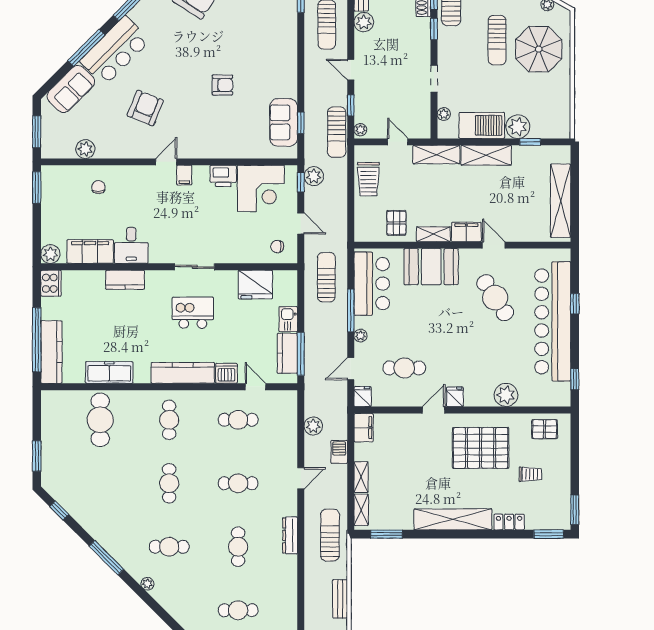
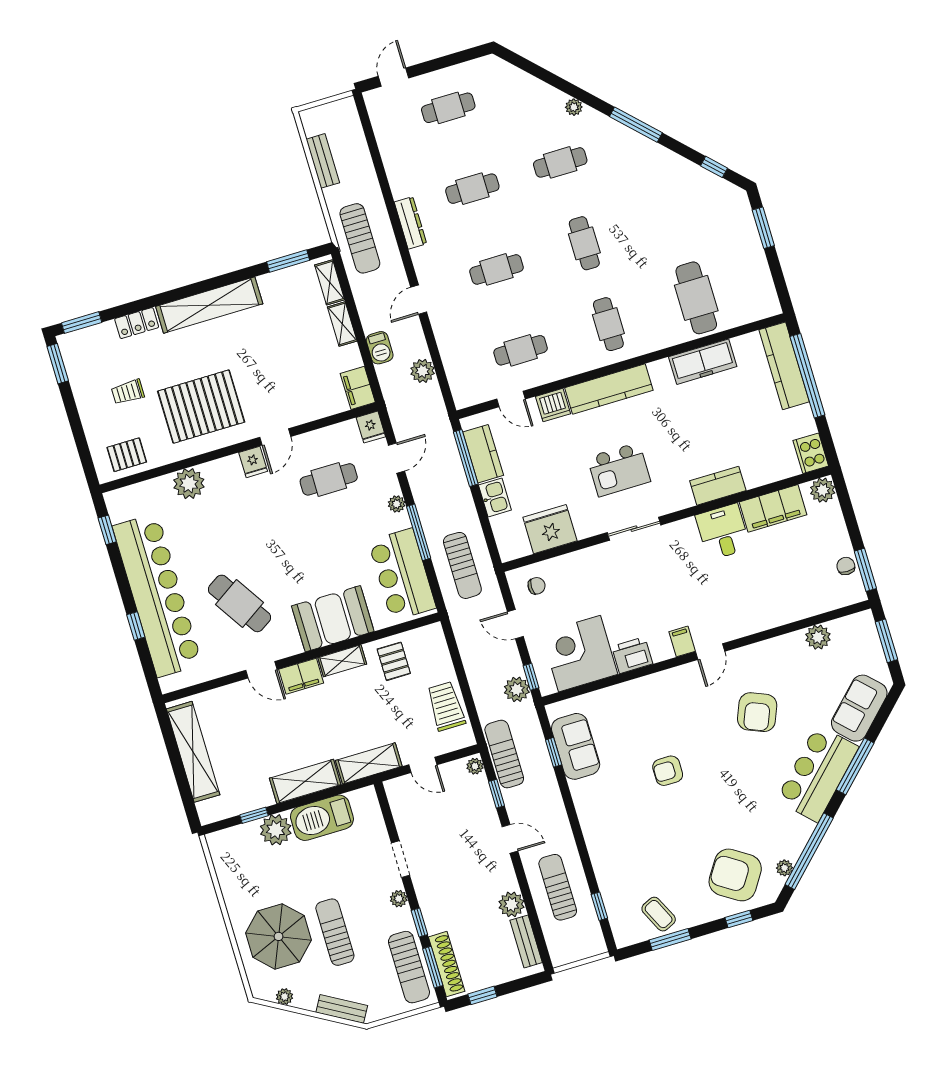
plant: (444, 114) -> (399, 899), moved
chair: (98, 187) -> (846, 566), moved, turned 180
cafe table: (238, 547) -> (472, 189), turned 90

